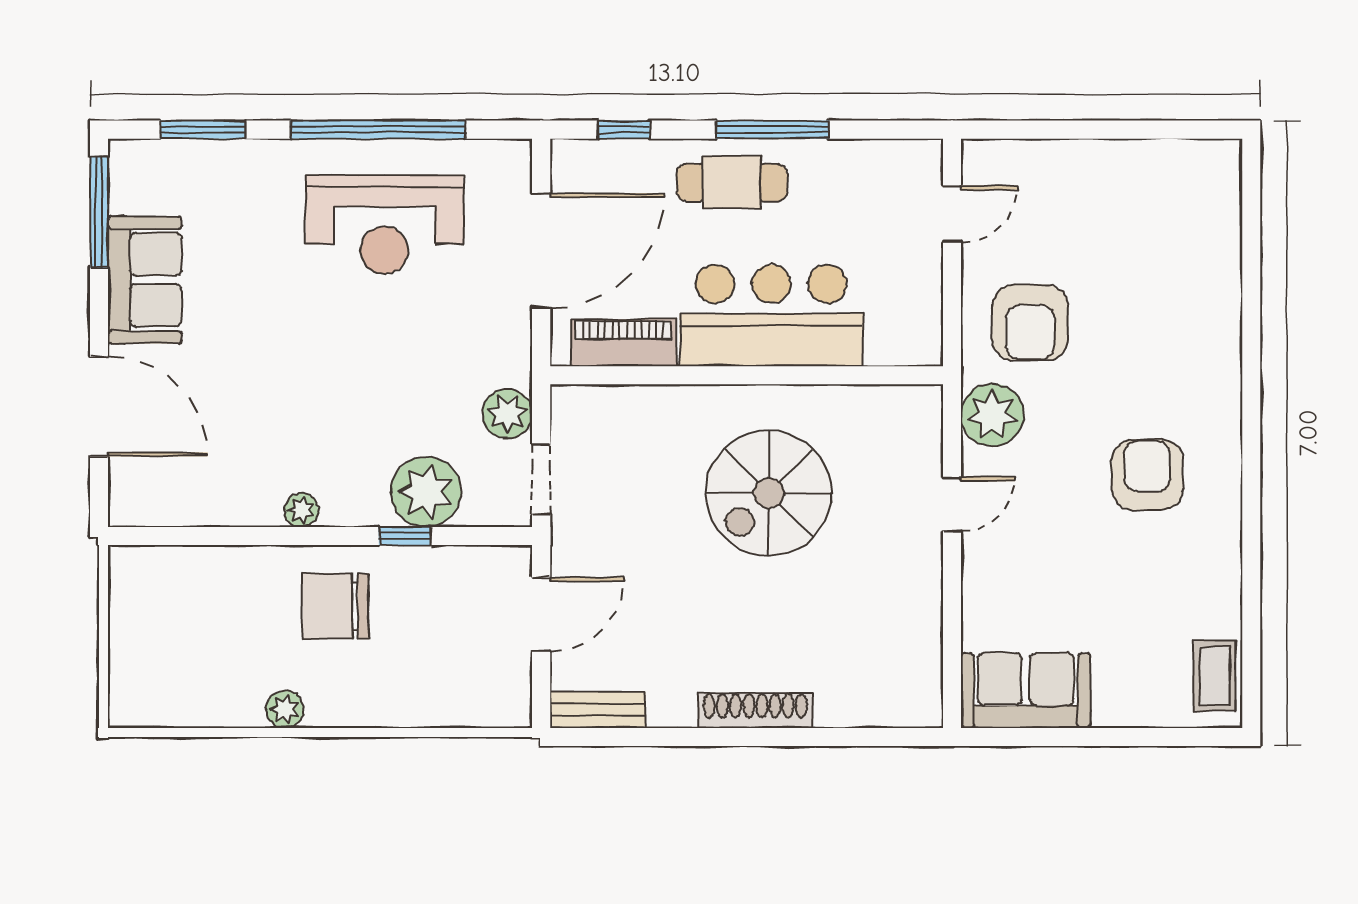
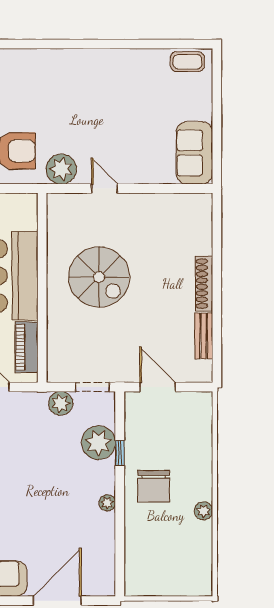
armchair: (1147, 475) -> (90, 94), removed
bench: (598, 710) -> (204, 336), moved

